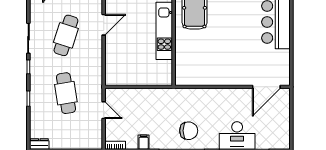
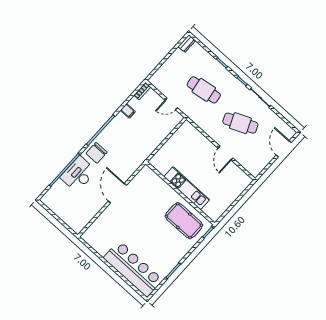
cafe table: (66, 35) -> (240, 123), turned -42
door: (266, 87) -> (117, 193), moved
chair: (189, 131) -> (97, 153), moved

